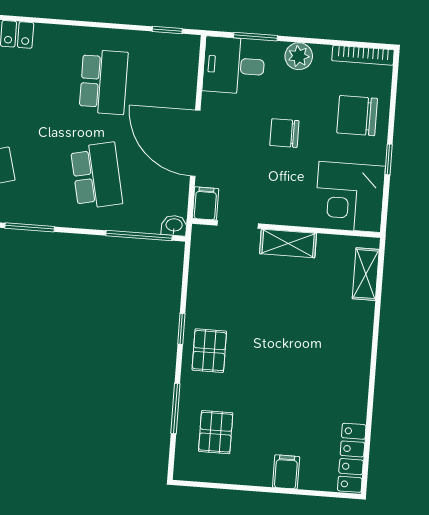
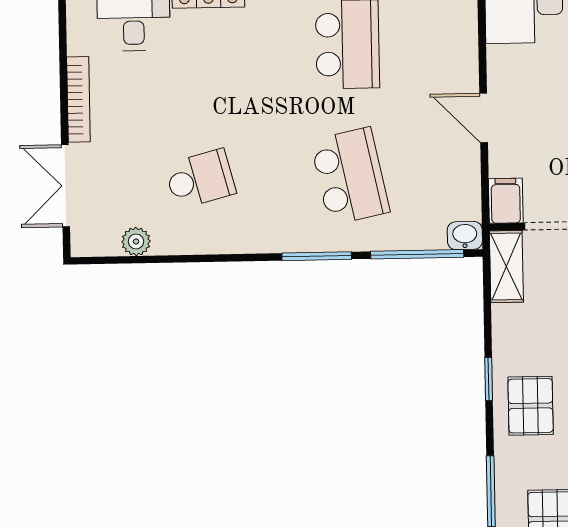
door: (195, 143) -> (484, 118), width x0.53
window: (30, 227) -> (317, 256), moved
shelving: (201, 250) -> (506, 266), added

